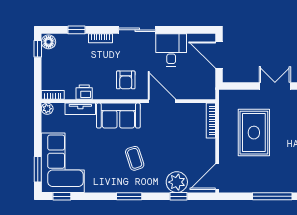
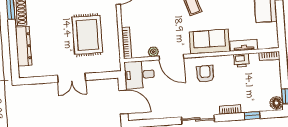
desk: (171, 50) -> (140, 75), moved, turned 90
plant: (47, 109) -> (153, 52), moved

